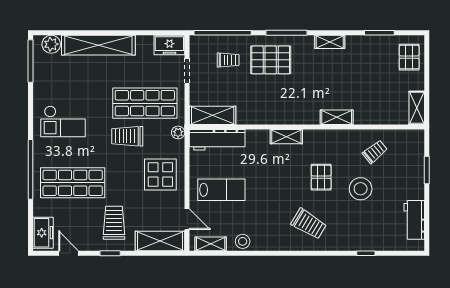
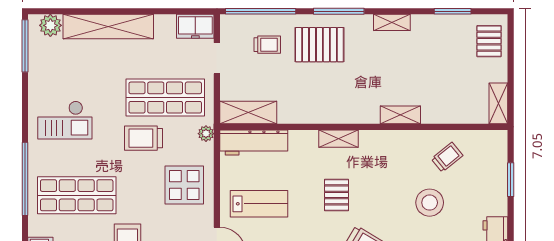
pallet: (321, 177) -> (337, 195), moved

